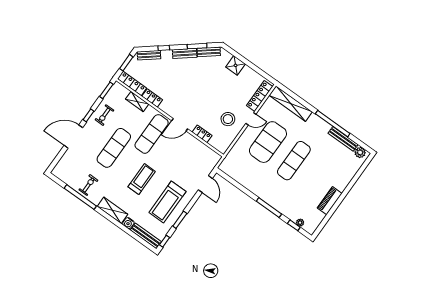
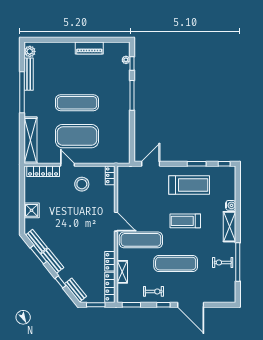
locker: (202, 134) -> (110, 175), moved
bench: (146, 236) -> (231, 183), removed

